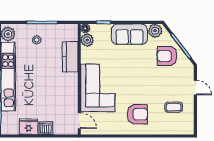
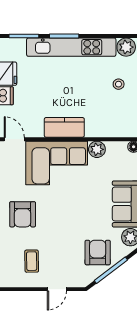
plant: (87, 40) -> (97, 149), moved
kitchen counter: (70, 57) -> (64, 127), moved
door: (79, 121) -> (14, 139), swing flipped

